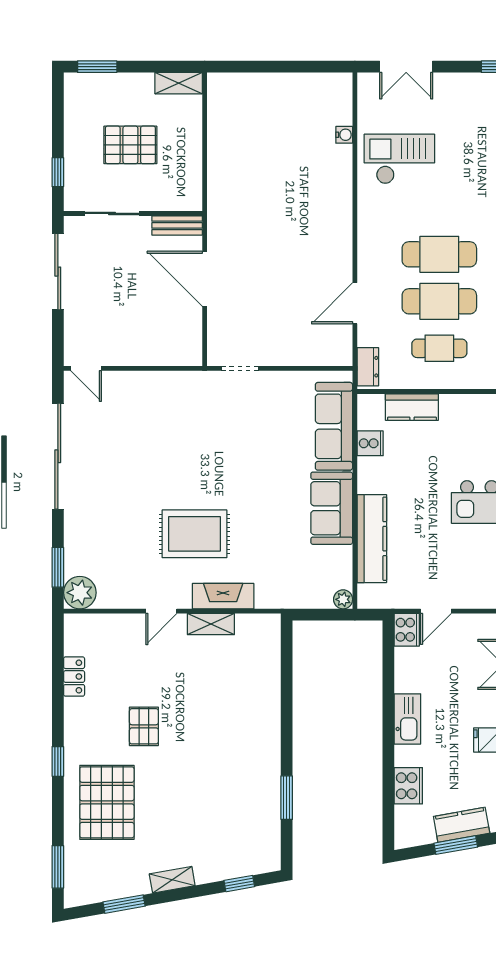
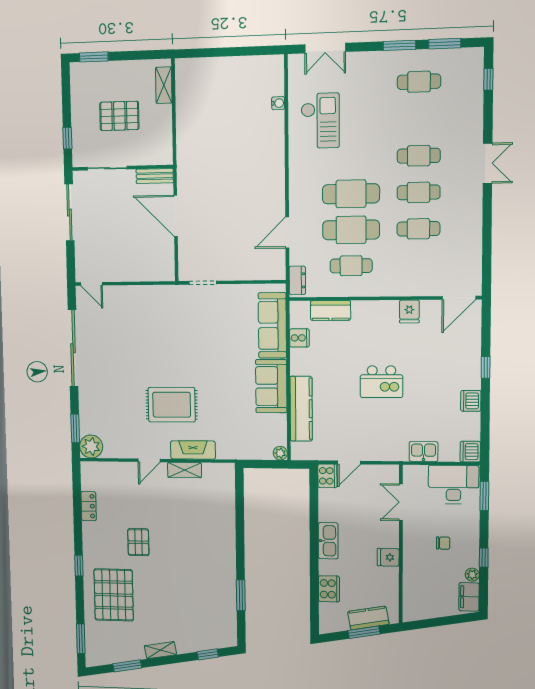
shelving: (179, 83) -> (164, 85), moved, turned 90
checkout: (399, 159) -> (320, 121), turned 90

